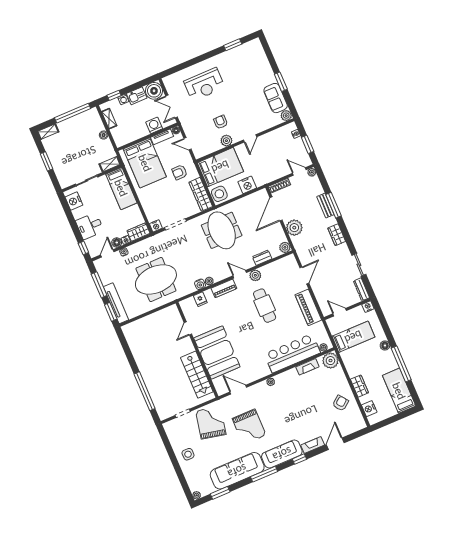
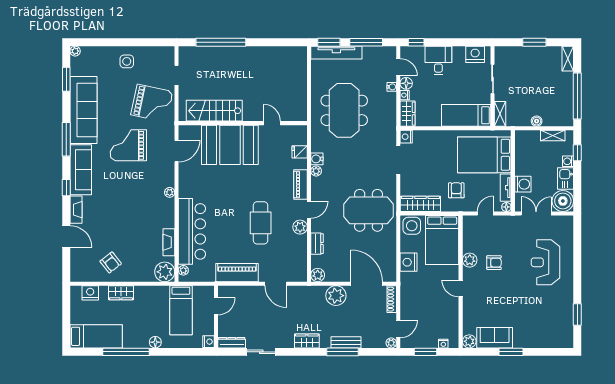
cafe table: (265, 306) -> (261, 223), turned 90

